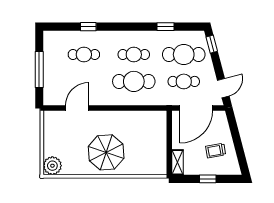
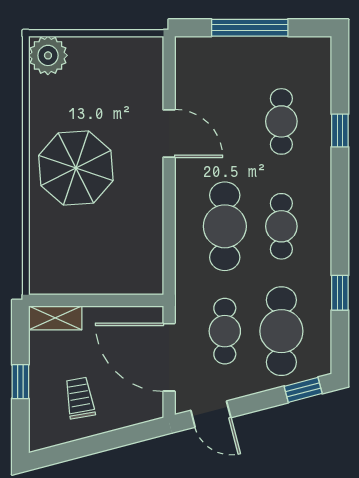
door: (77, 108) -> (169, 133), moved

